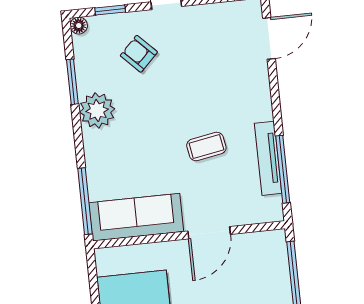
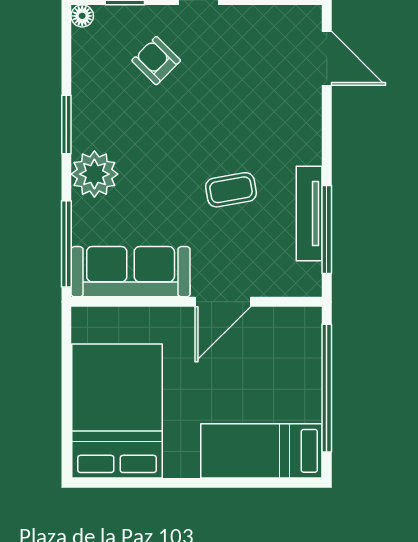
door: (269, 38) -> (327, 58), hinge flipped
window: (72, 82) -> (66, 125), moved
plant: (97, 110) -> (94, 174), moved

